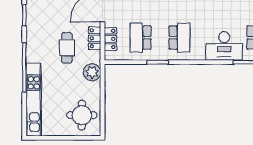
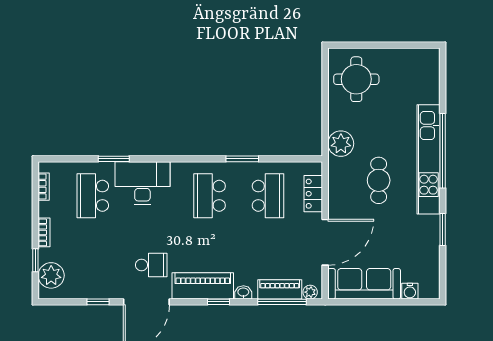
locker: (95, 38) -> (337, 195), removed
kitchen unit: (34, 100) -> (429, 159), moved

